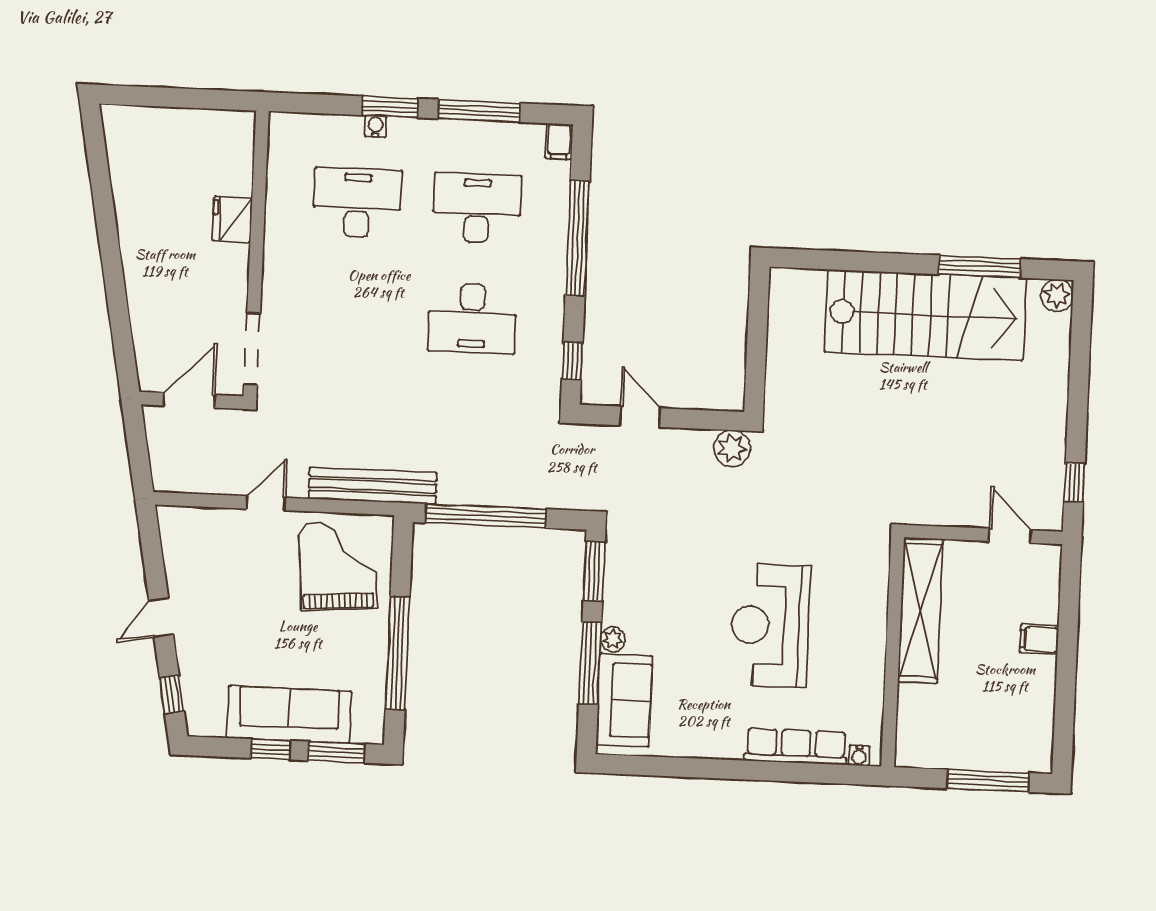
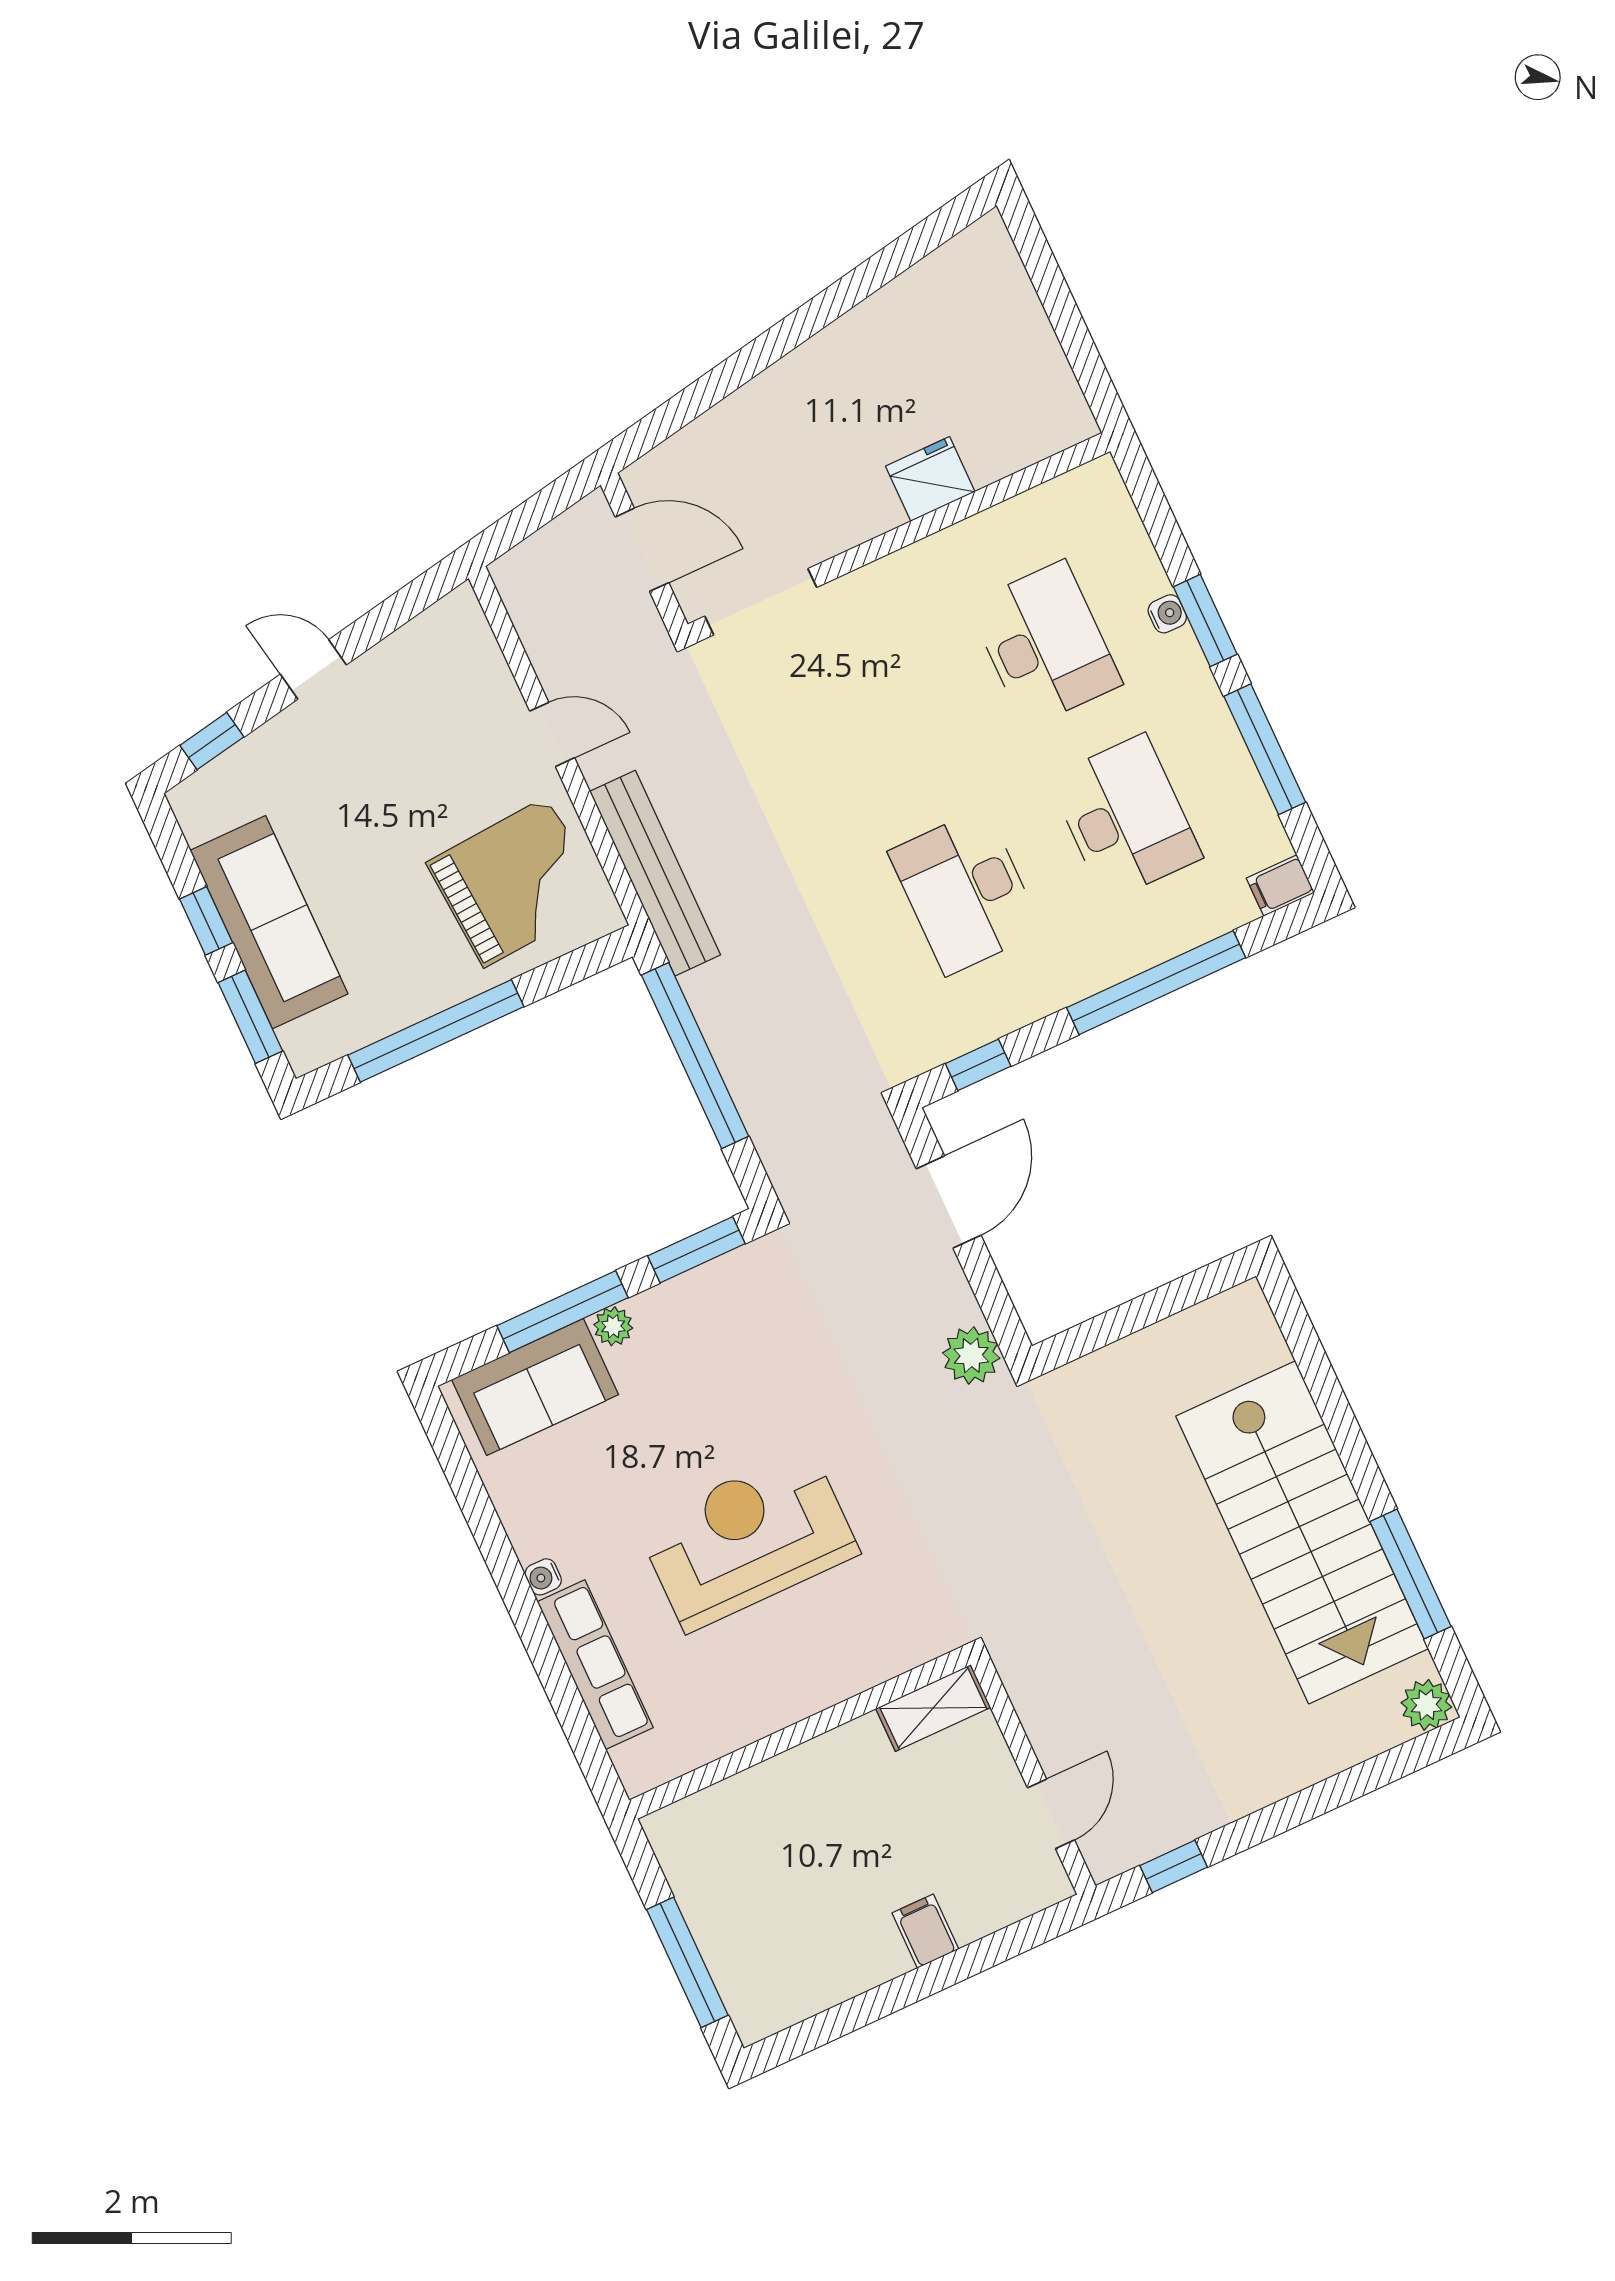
door: (640, 417) -> (949, 1202), width x1.38
shelving: (920, 610) -> (933, 1708), width x0.45, depth x0.75
water cooler: (859, 756) -> (543, 1577), moved

